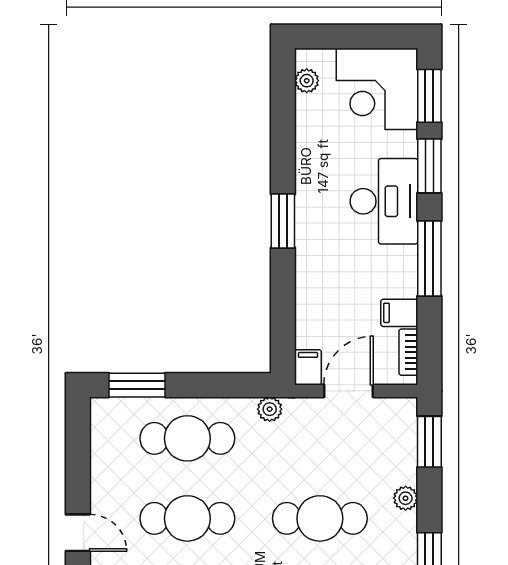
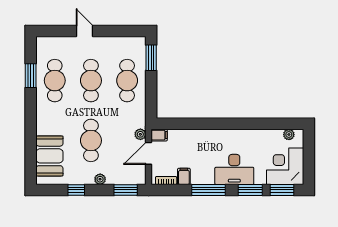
window: (283, 221) -> (225, 124), removed
door: (348, 391) -> (149, 153), swing flipped
plant: (270, 409) -> (140, 134), moved
door: (78, 533) -> (84, 31), swing flipped

